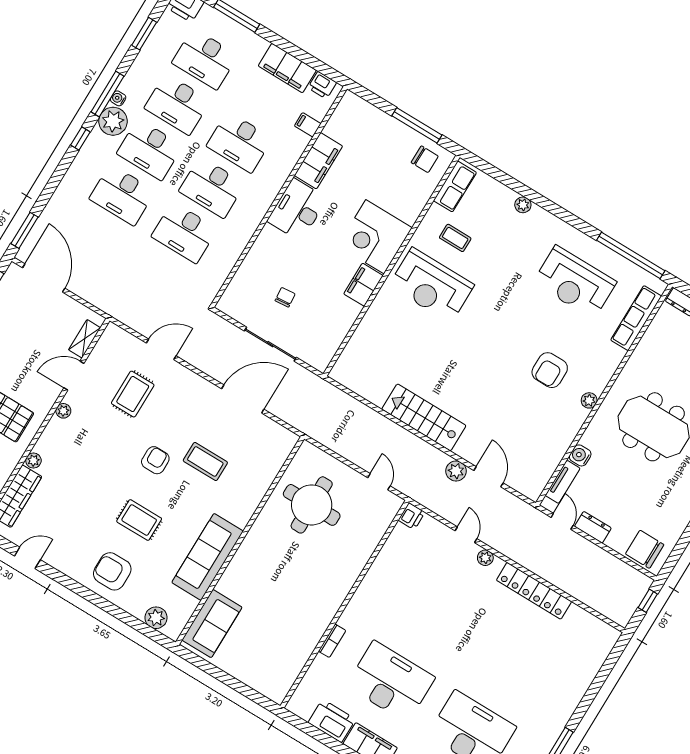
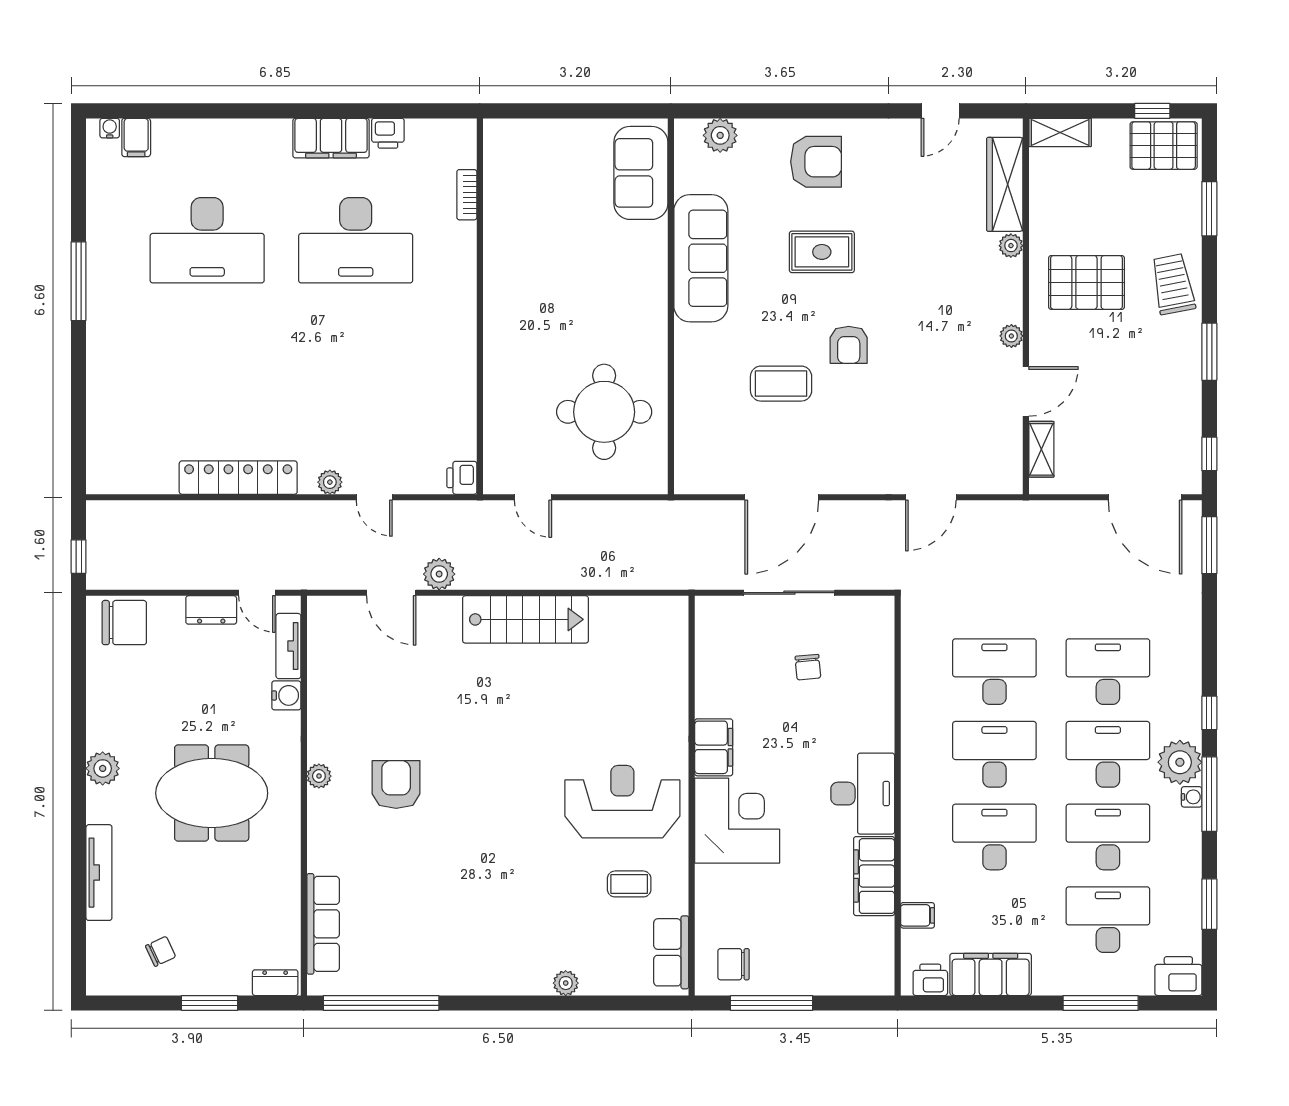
reception desk: (575, 282) -> (434, 922), removed
rug: (133, 394) -> (933, 415), removed
bookcase: (332, 641) -> (467, 195), moved
printer: (332, 721) -> (388, 133), width x0.53, depth x0.68

